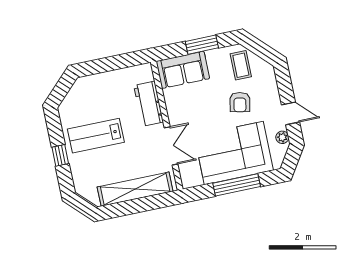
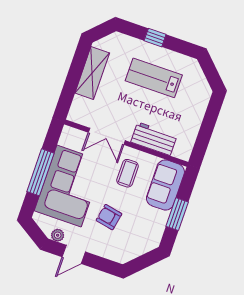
coffee table: (241, 65) -> (128, 173), moved, turned 90
lab bench: (96, 136) -> (154, 78), turned -90
shelving: (135, 189) -> (92, 73), width x0.68

